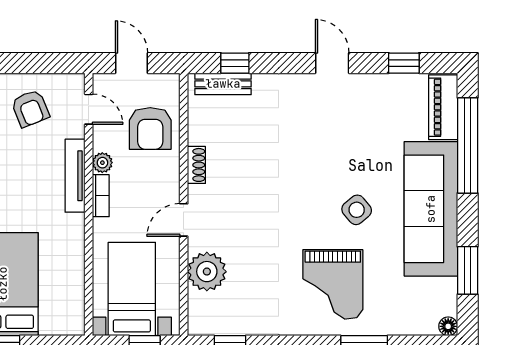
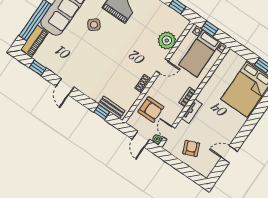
armchair: (150, 128) -> (151, 109), turned 90
plant: (102, 163) -> (157, 139), moved
tv unit: (75, 176) -> (192, 111), width x0.71

